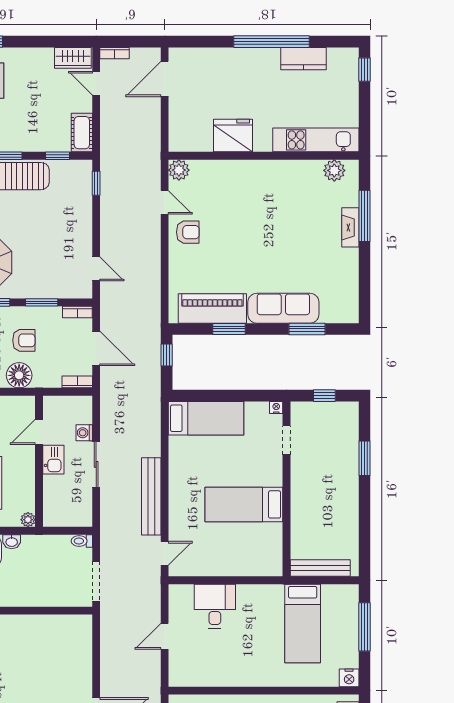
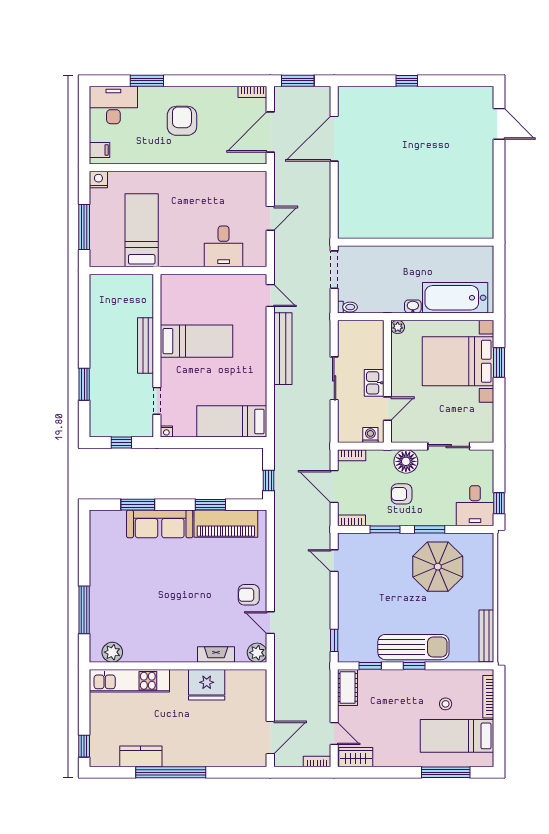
fireplace: (350, 227) -> (216, 655), moved, turned -90
washing machine: (84, 433) -> (370, 435), moved, turned -90
door: (165, 553) -> (270, 296), swing flipped
bench: (320, 568) -> (145, 345), moved, turned 90

